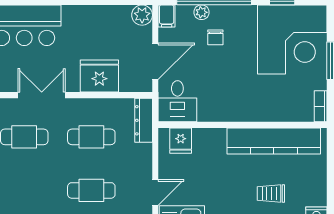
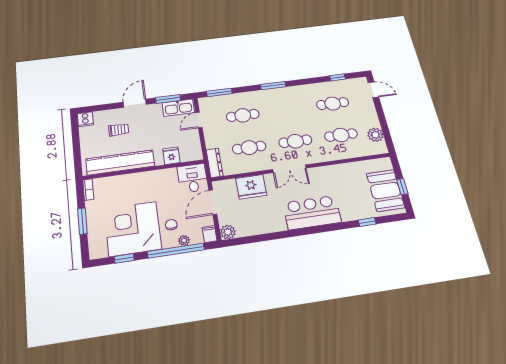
corner desk: (292, 40) -> (133, 229), moved
fridge: (181, 141) -> (171, 156), moved

